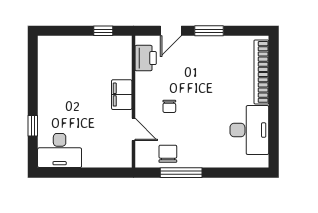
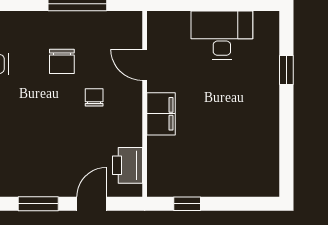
desk: (60, 150) -> (222, 35), moved
chair: (168, 154) -> (62, 61), moved

